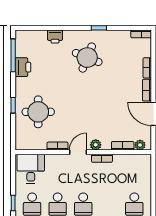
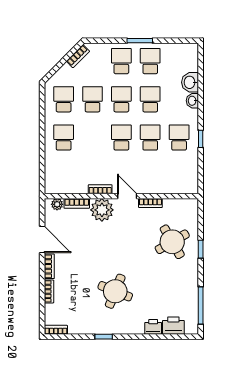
round table: (87, 58) -> (115, 291), moved
printer: (23, 67) -> (173, 326), moved, turned 90
round table: (38, 112) -> (172, 242), turned -30
plant: (96, 145) -> (102, 210), width x1.88, depth x1.88
door: (78, 152) -> (127, 196), swing flipped
desk: (31, 169) -> (181, 177), removed

